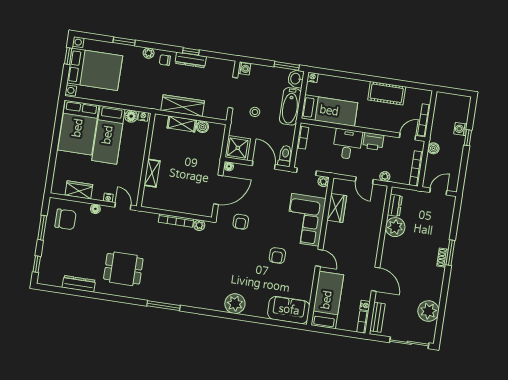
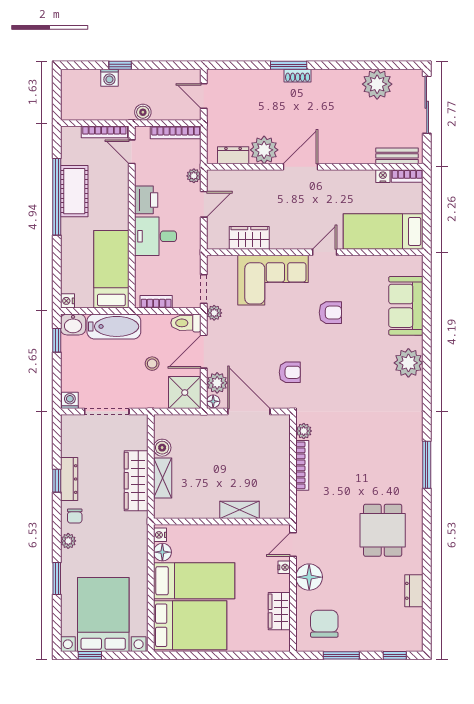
window: (287, 66) -> (57, 340), width x0.67
window: (385, 81) -> (57, 197), added
stool: (255, 112) -> (152, 364), moved
plant: (241, 171) -> (217, 383), added
plant: (323, 181) -> (214, 313), moved
floor lamp: (95, 209) -> (309, 577), width x1.89, depth x1.89
door: (376, 279) -> (300, 167), moved
dresser: (79, 284) -> (414, 591), width x0.70
sofa: (289, 310) -> (406, 306), moved

